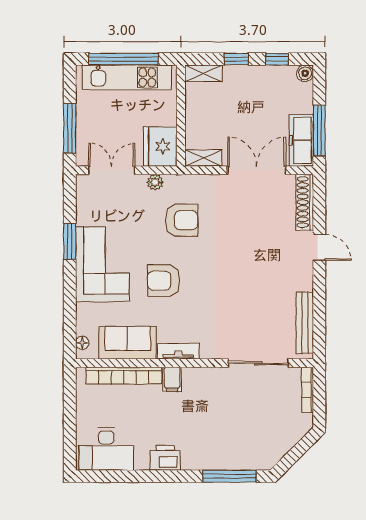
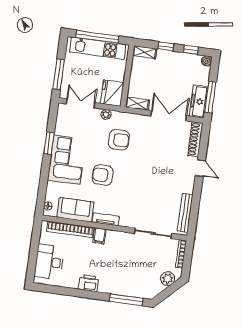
plant: (292, 433) -> (168, 279), added
desk: (106, 449) -> (49, 262), moved, turned 90

